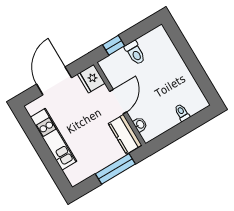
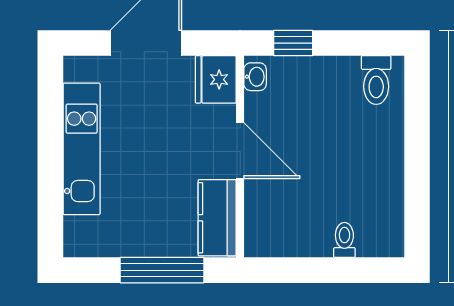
toilet: (135, 53) -> (376, 80), moved
door: (118, 102) -> (240, 151), hinge flipped
washbasin: (140, 125) -> (255, 77), moved

